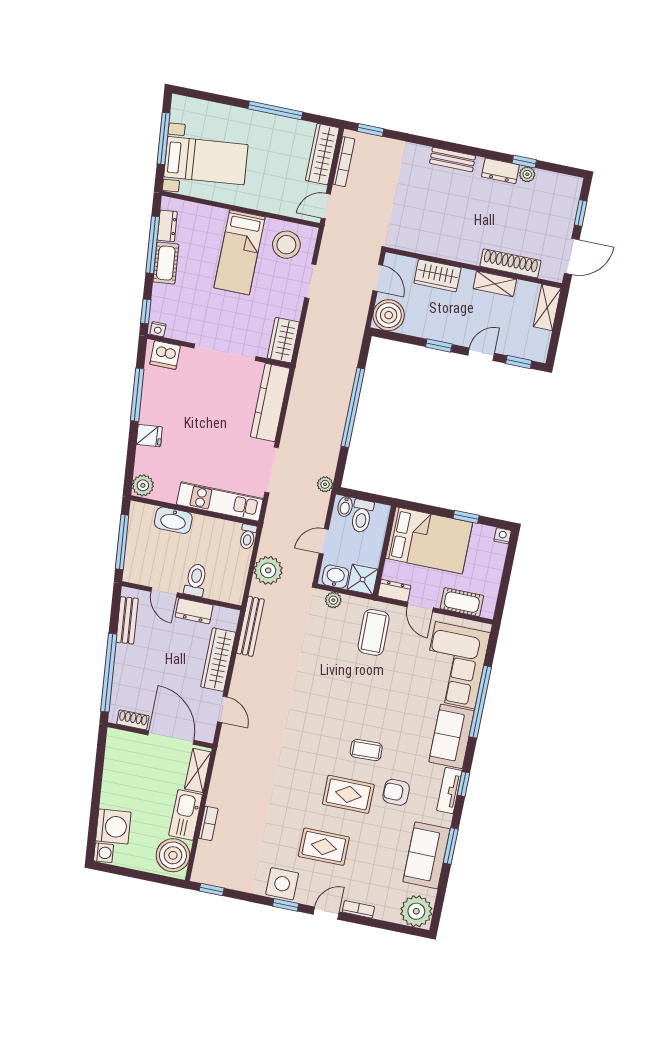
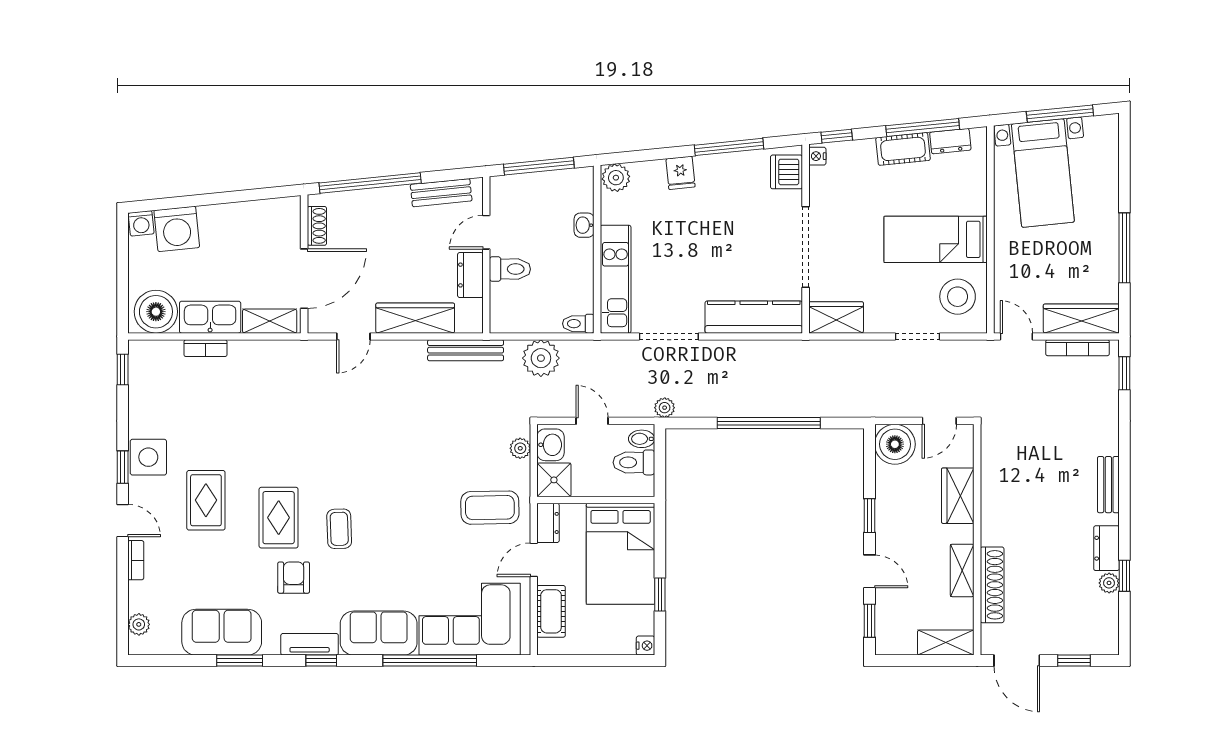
washbasin: (173, 520) -> (584, 225), width x0.52, depth x0.69
plant: (416, 911) -> (139, 624), width x0.53, depth x0.53

